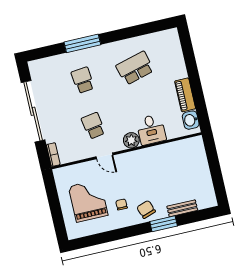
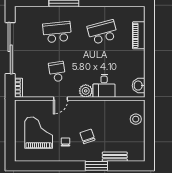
school desk: (83, 80) -> (57, 32), width x1.85
piano: (185, 95) -> (139, 35), moved
door: (104, 156) -> (61, 99), hinge flipped
stool: (196, 159) -> (136, 119), added
chair: (146, 209) -> (87, 136), moved

